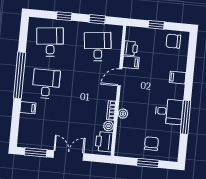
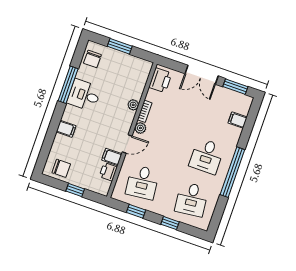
filing cabinet: (28, 108) -> (238, 120), moved
plant: (109, 126) -> (140, 128), moved
chair: (151, 144) -> (92, 59), moved

